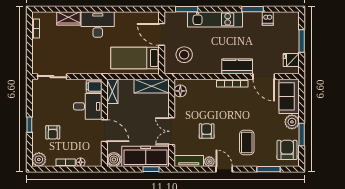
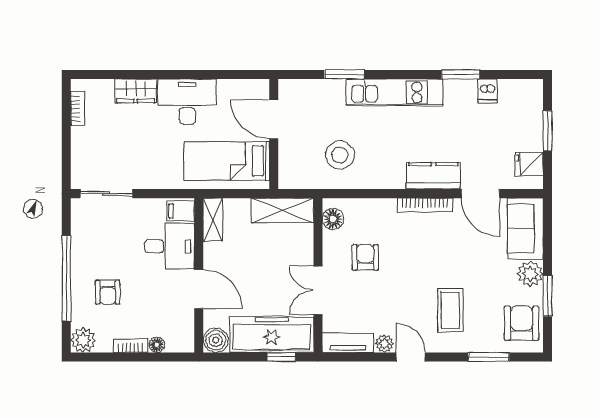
door: (162, 34) -> (274, 119), moved
wall: (162, 43) -> (274, 134), moved
bed: (135, 58) -> (227, 161), moved
window: (29, 125) -> (66, 278), width x3.17
armchair: (207, 131) -> (365, 257), moved

